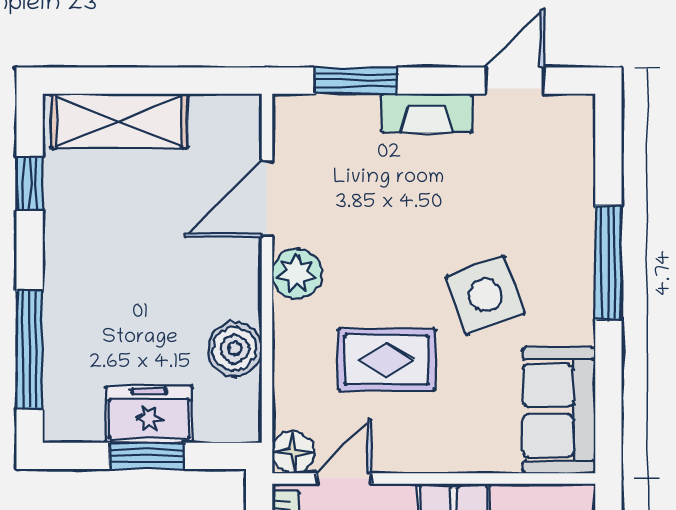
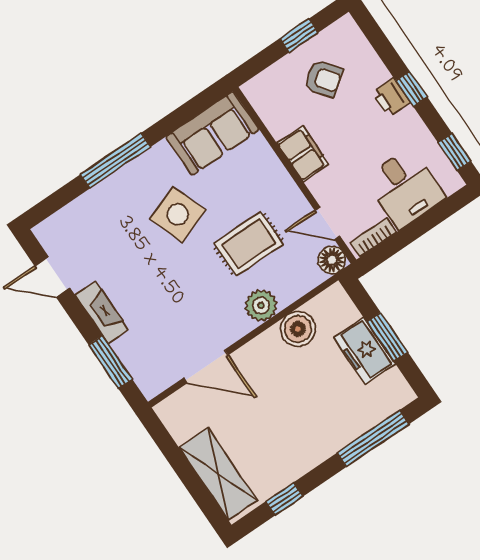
plant: (297, 274) -> (261, 305), moved
rug: (386, 360) -> (248, 244), turned 90

